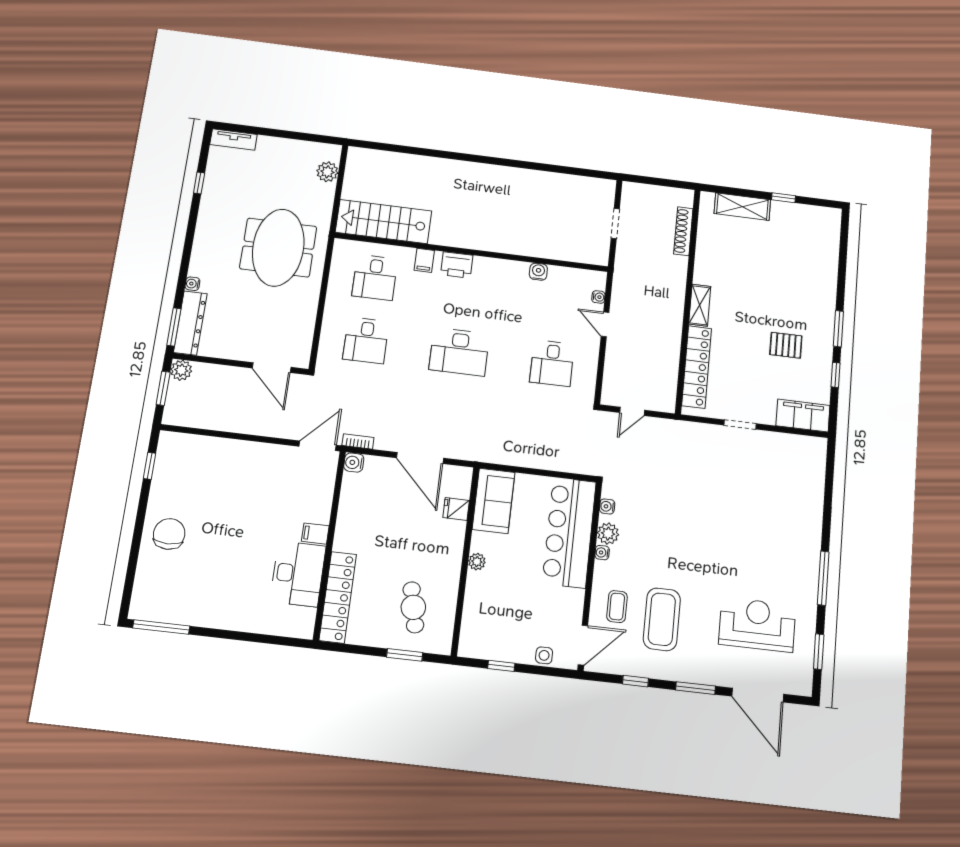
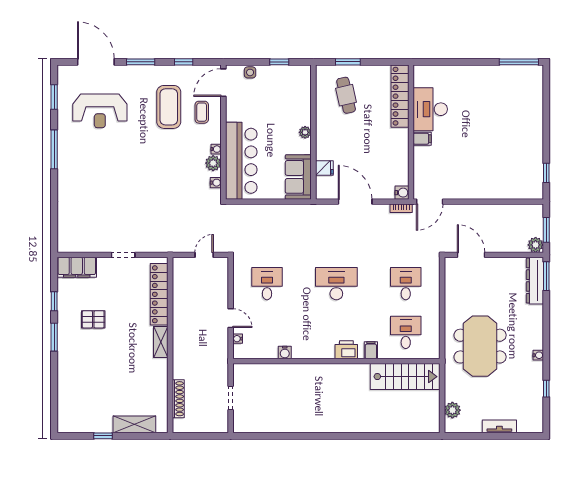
tv unit: (234, 139) -> (499, 426), moved
water cooler: (192, 284) -> (538, 355), moved
chair: (169, 534) -> (524, 126), removed

